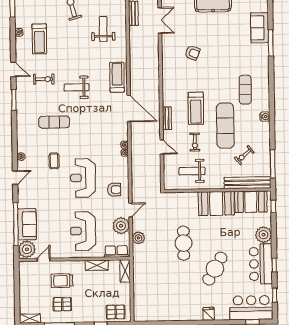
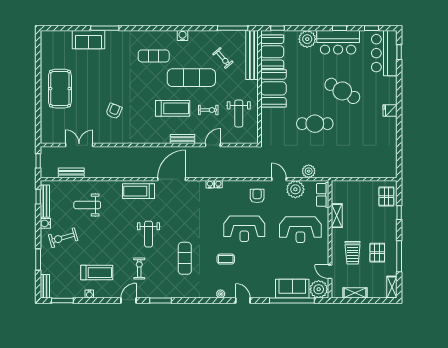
shelving: (125, 271) -> (355, 293), moved
fridge: (209, 314) -> (390, 110), moved

